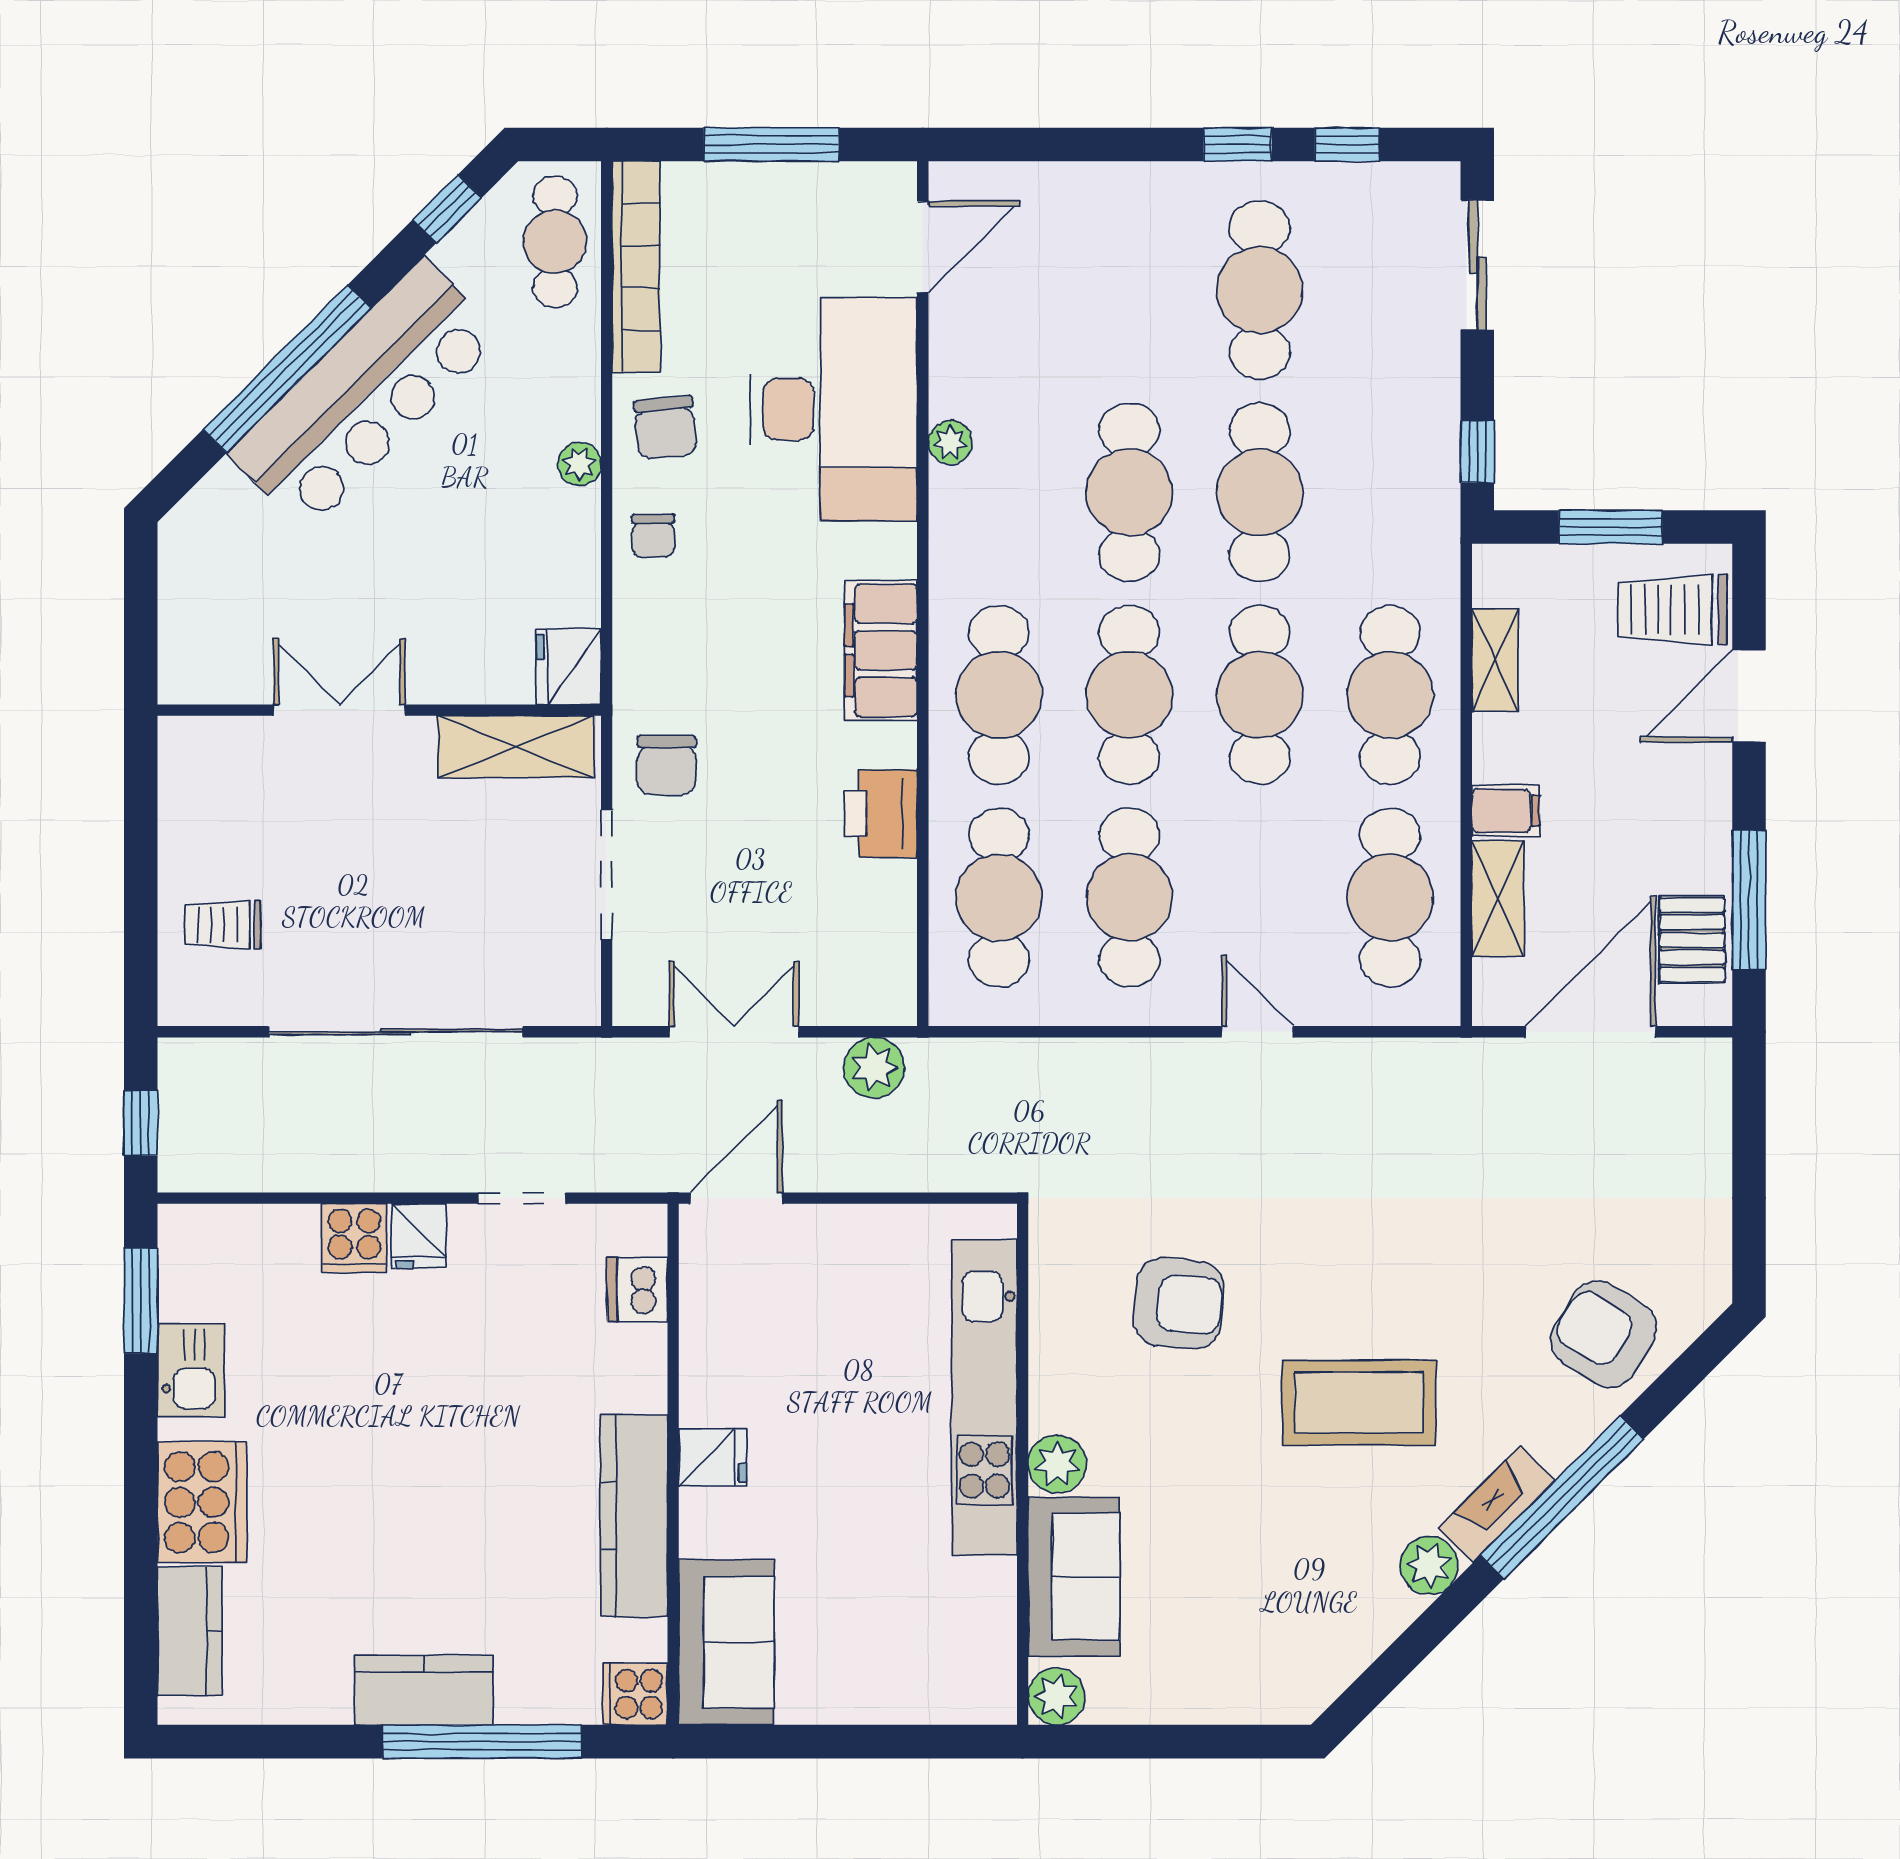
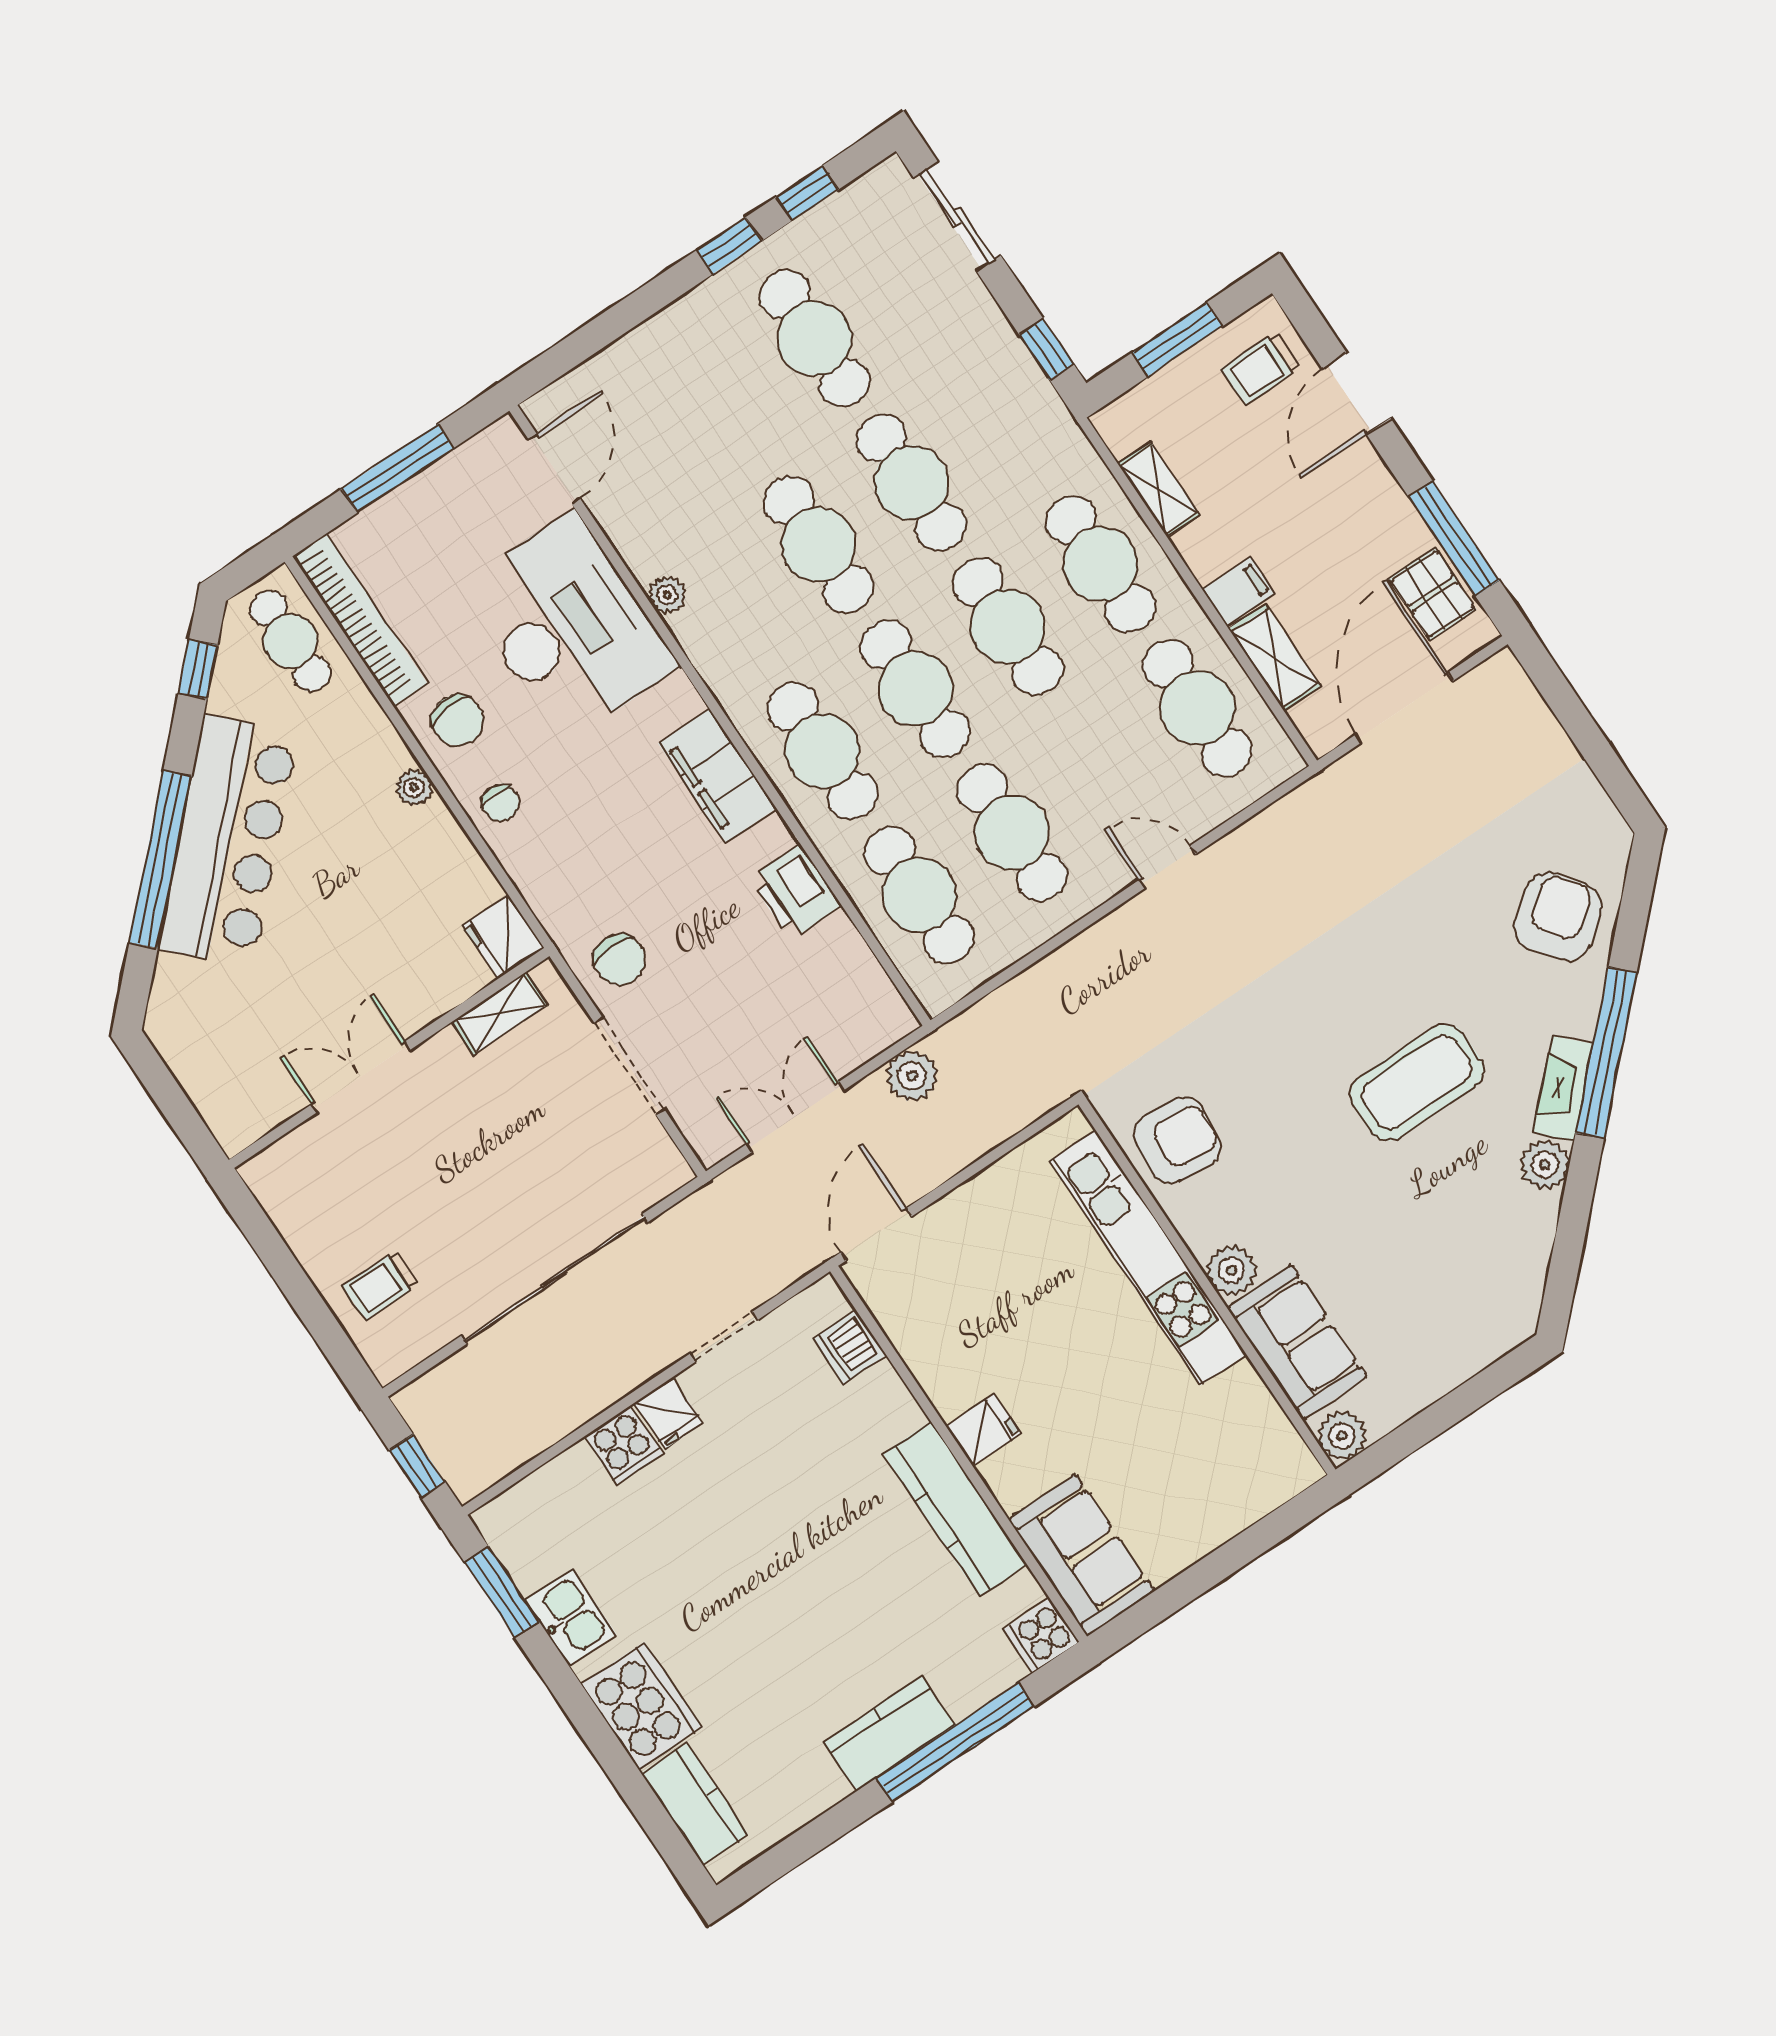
trolley: (1673, 610) -> (1261, 369), width x0.73, depth x0.72
shelving: (516, 747) -> (500, 1013), width x0.67, depth x0.75
armchair: (1179, 1304) -> (1177, 1140), moved
armchair: (1604, 1334) -> (1558, 917), turned 111

